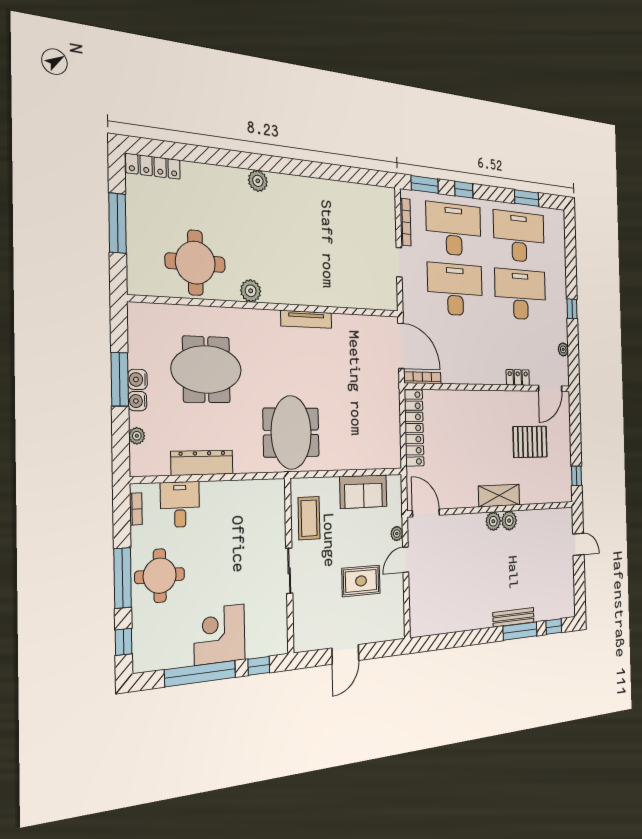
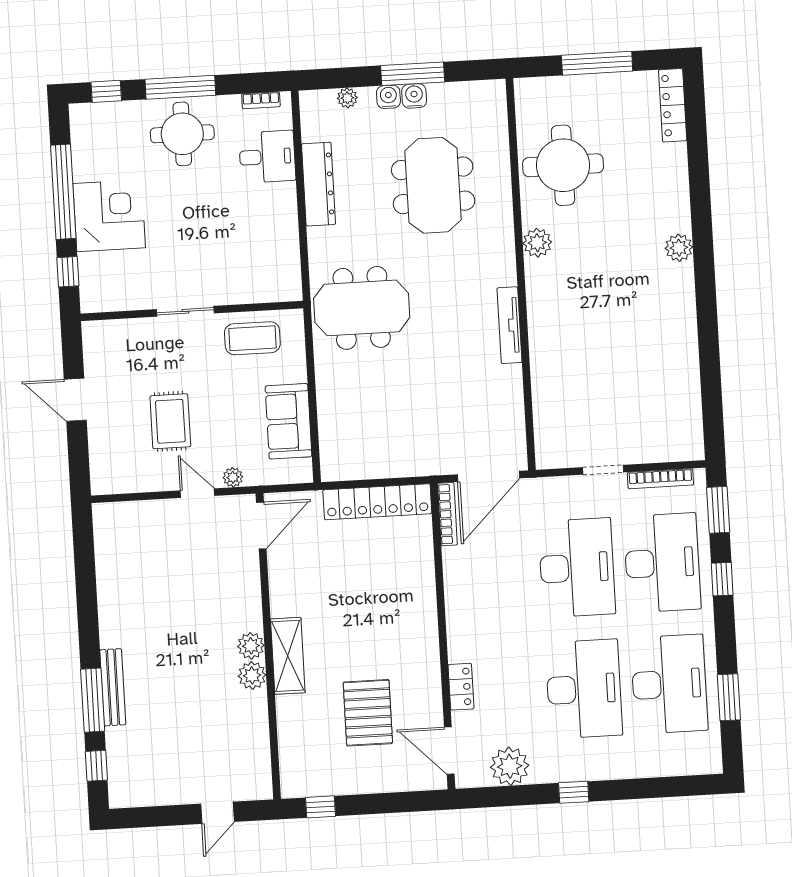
plant: (563, 349) -> (510, 766), width x1.87, depth x1.87

